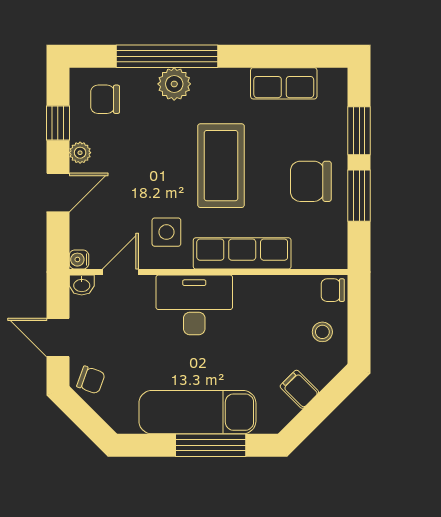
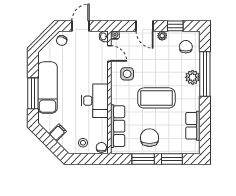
row of seats: (242, 253) -> (118, 126), moved
desk: (194, 305) -> (95, 101), moved

